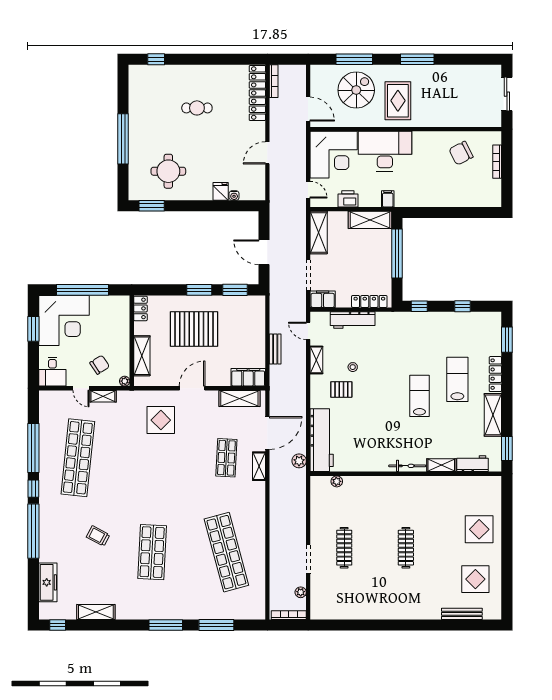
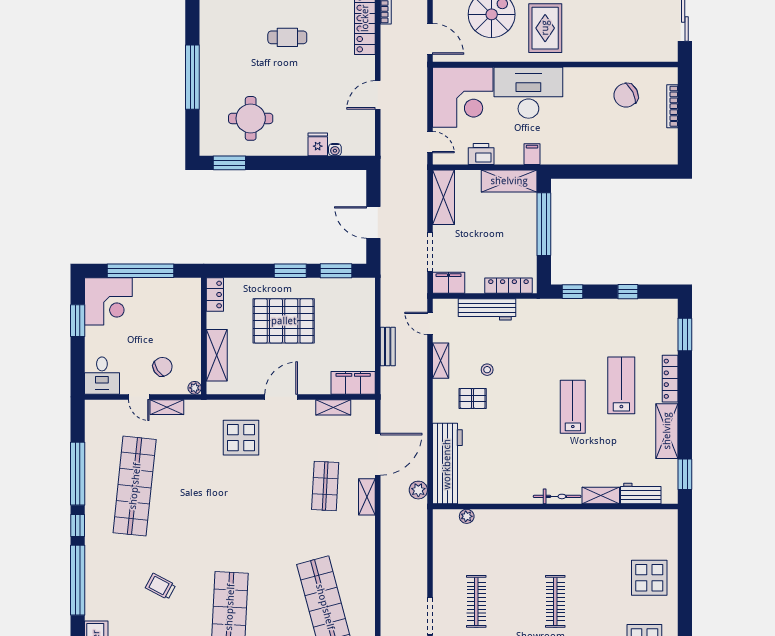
corner desk: (64, 321) -> (108, 301), width x0.74, depth x0.74
shelving: (239, 398) -> (333, 407), width x0.67, depth x0.75

